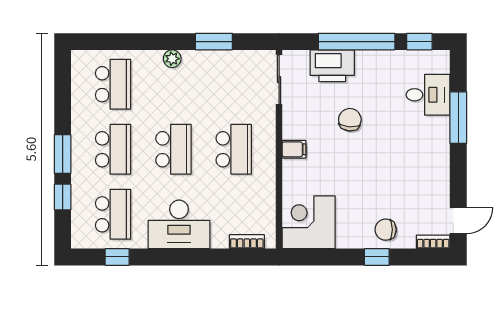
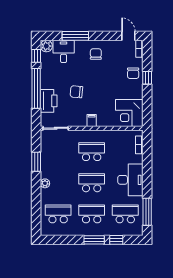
plant: (438, 61) -> (46, 46), added
chair: (423, 157) -> (96, 54), added
window: (117, 257) -> (147, 212), width x2.17

